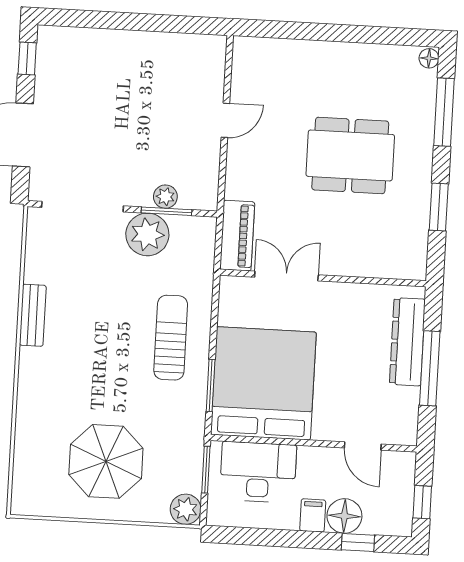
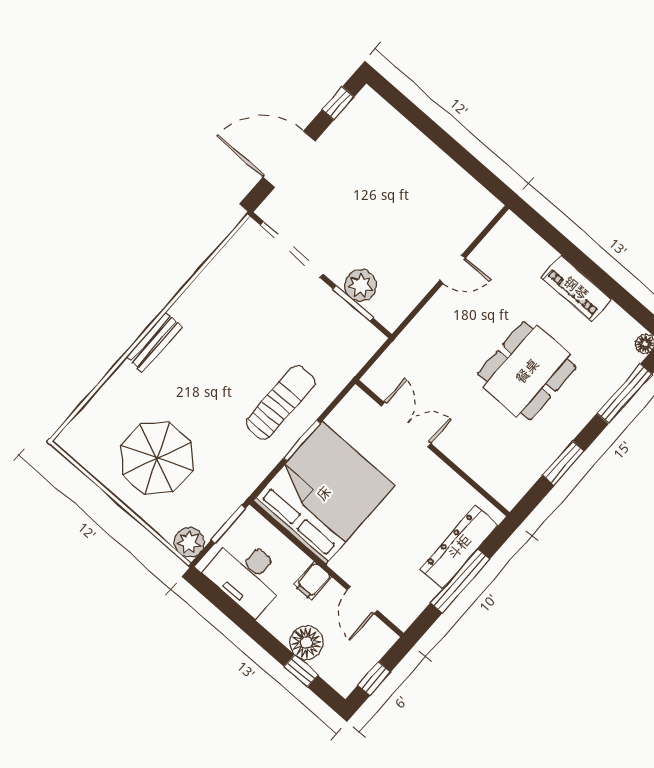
dining table: (350, 155) -> (527, 371), turned 90
plant: (165, 197) -> (361, 285), width x1.38, depth x1.38
plant: (147, 234) -> (325, 310), removed
piano: (237, 236) -> (576, 288), moved, turned 90
bench: (33, 315) -> (154, 342), moved
window: (211, 385) -> (302, 441), moved
desk: (258, 472) -> (247, 575), moved, turned 180
filing cabinet: (313, 515) -> (313, 581), moved, turned 180

